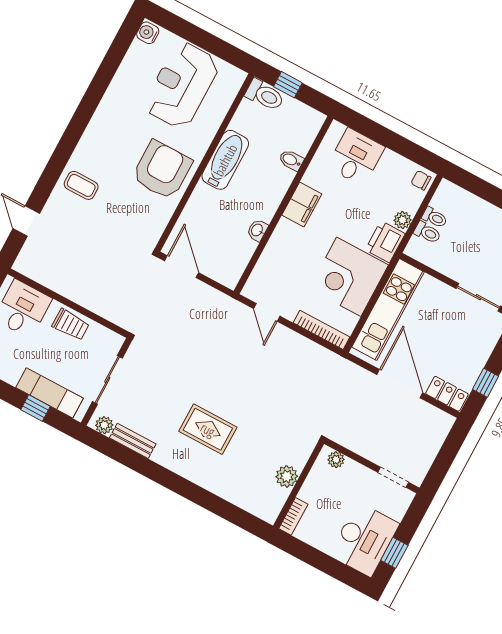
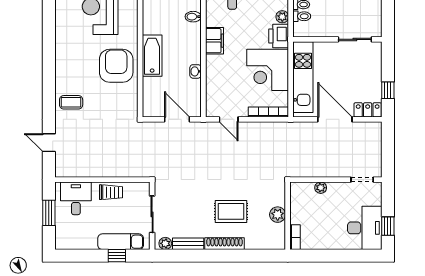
bathtub: (225, 160) -> (152, 56), moved
door: (182, 267) -> (177, 119), moved
shoe rack: (178, 465) -> (225, 244), added
plant: (287, 476) -> (278, 215), moved
wall: (299, 485) -> (288, 216), moved
bookcase: (293, 516) -> (295, 237), moved

